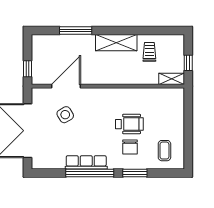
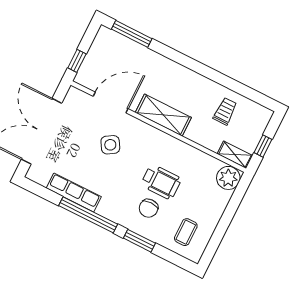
window: (76, 31) -> (132, 34), moved
shelving: (116, 43) -> (163, 115), moved
plant: (175, 98) -> (228, 178), added
side table: (65, 115) -> (110, 145), moved
row of seats: (86, 162) -> (74, 192), moved

